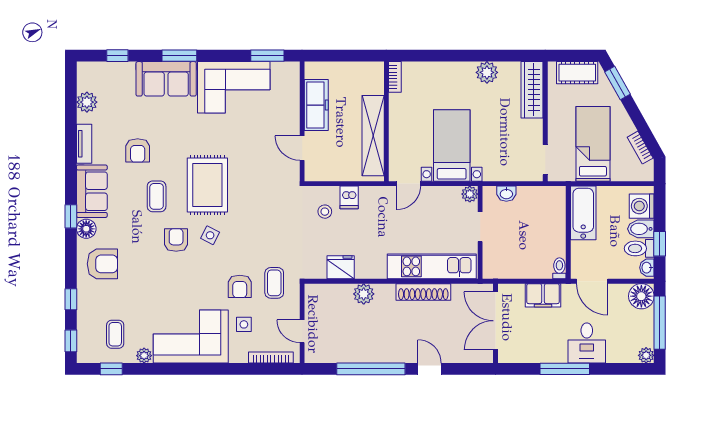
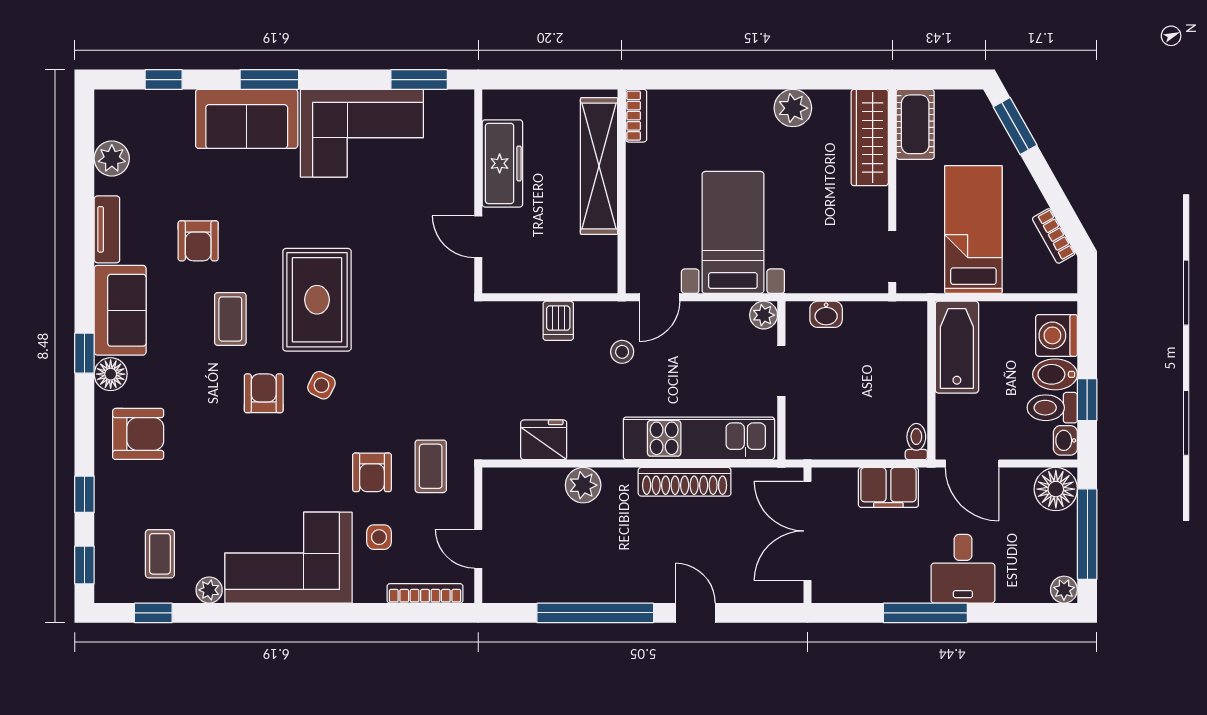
cot: (577, 73) -> (915, 124), moved, turned 90
shelving: (373, 136) -> (599, 166), moved
stool: (325, 212) -> (622, 352), moved

